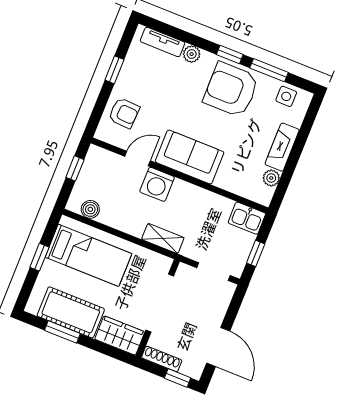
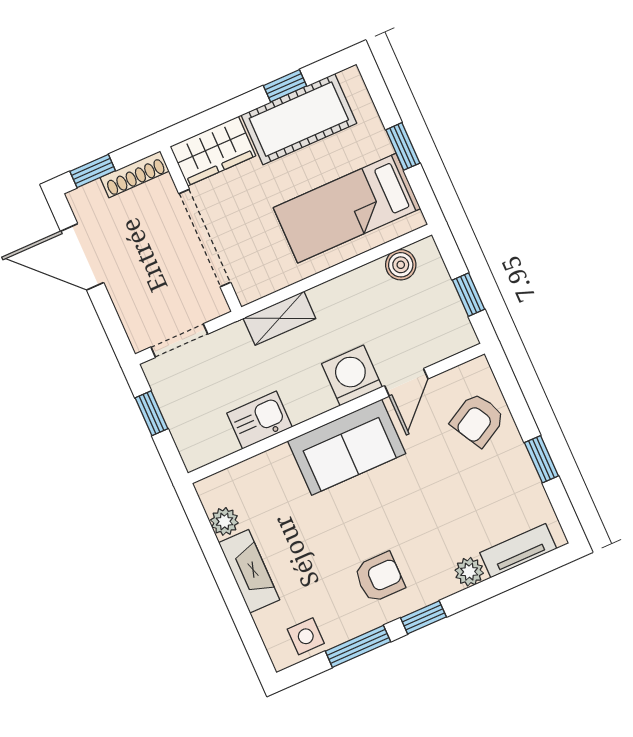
armchair: (231, 90) -> (379, 577), width x0.53, depth x0.53
armchair: (124, 113) -> (478, 420), turned -32
kitchen sink: (247, 218) -> (260, 420), moved
window: (62, 332) -> (285, 86), width x0.67

